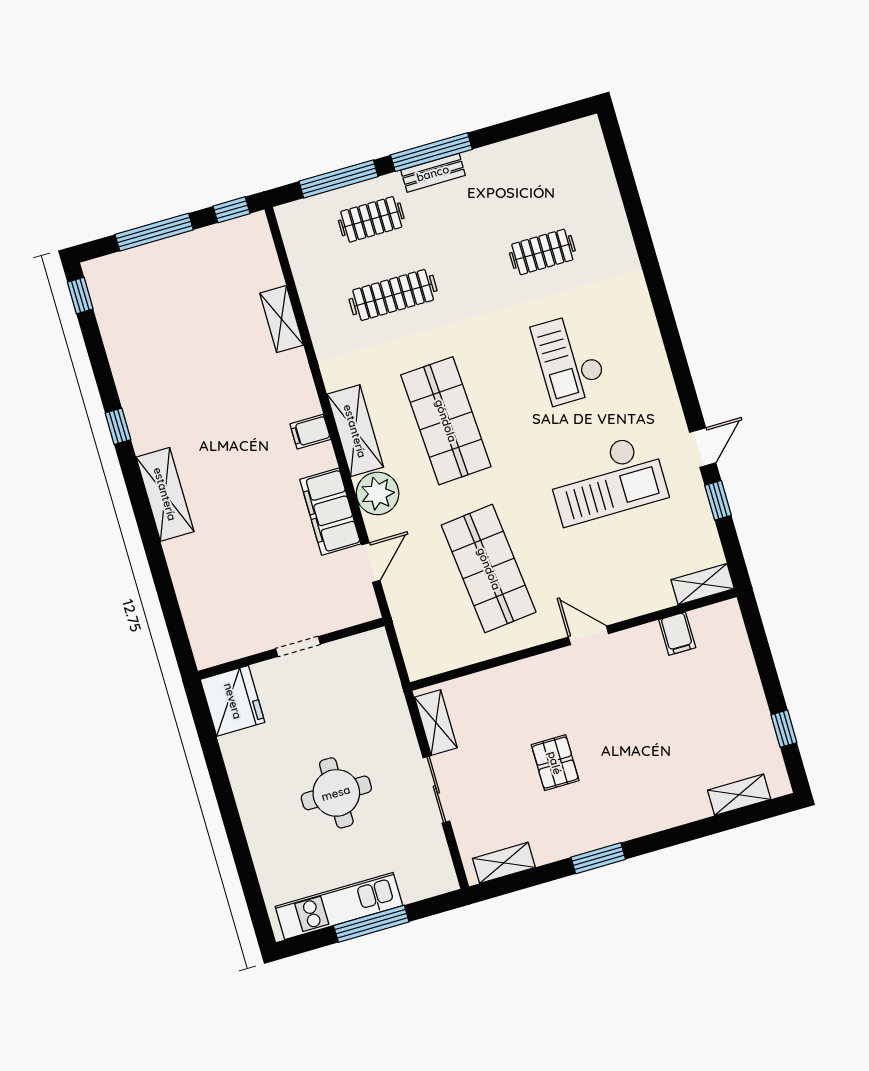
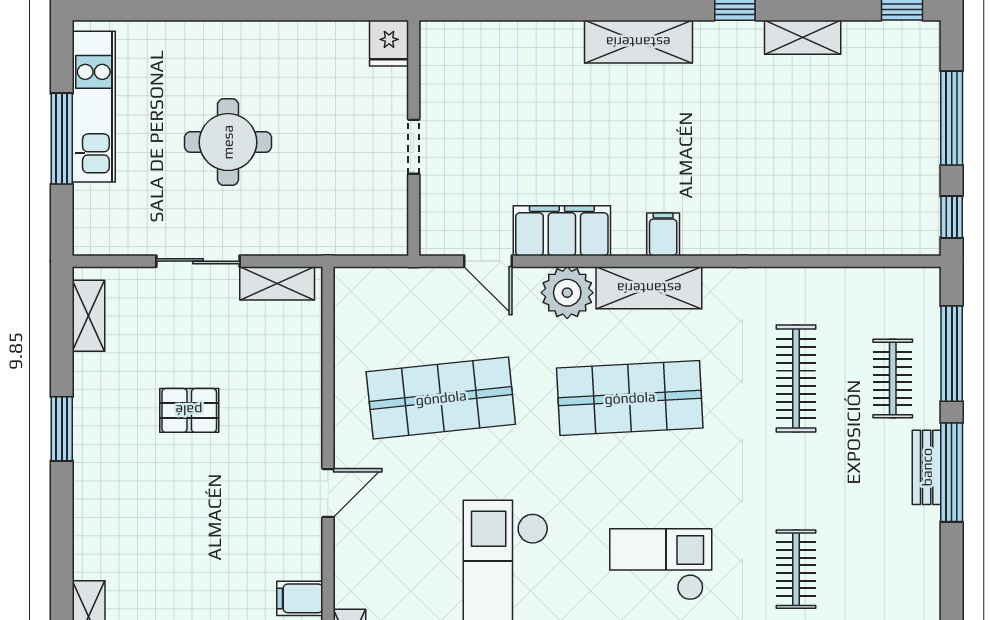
shelving: (282, 319) -> (803, 37), moved
fridge: (233, 701) -> (389, 43), width x0.53, depth x0.75

